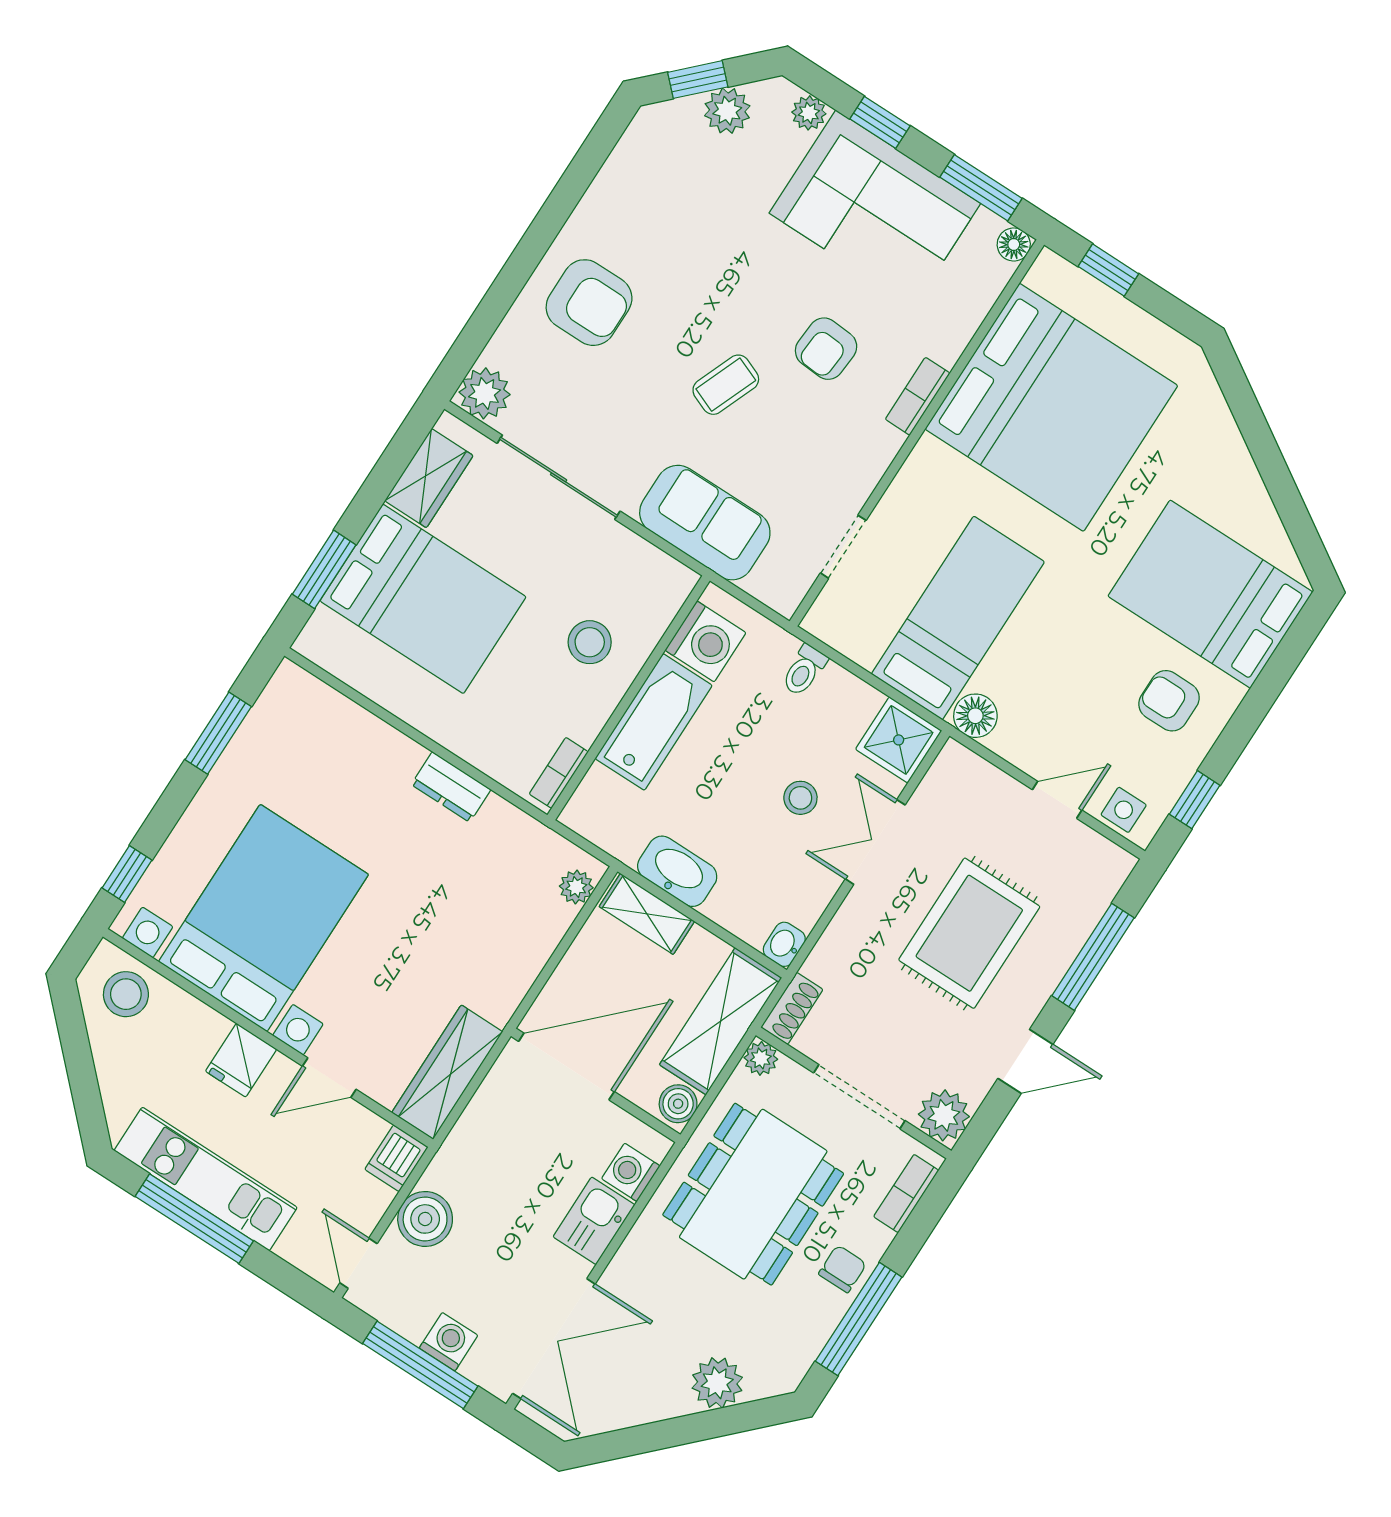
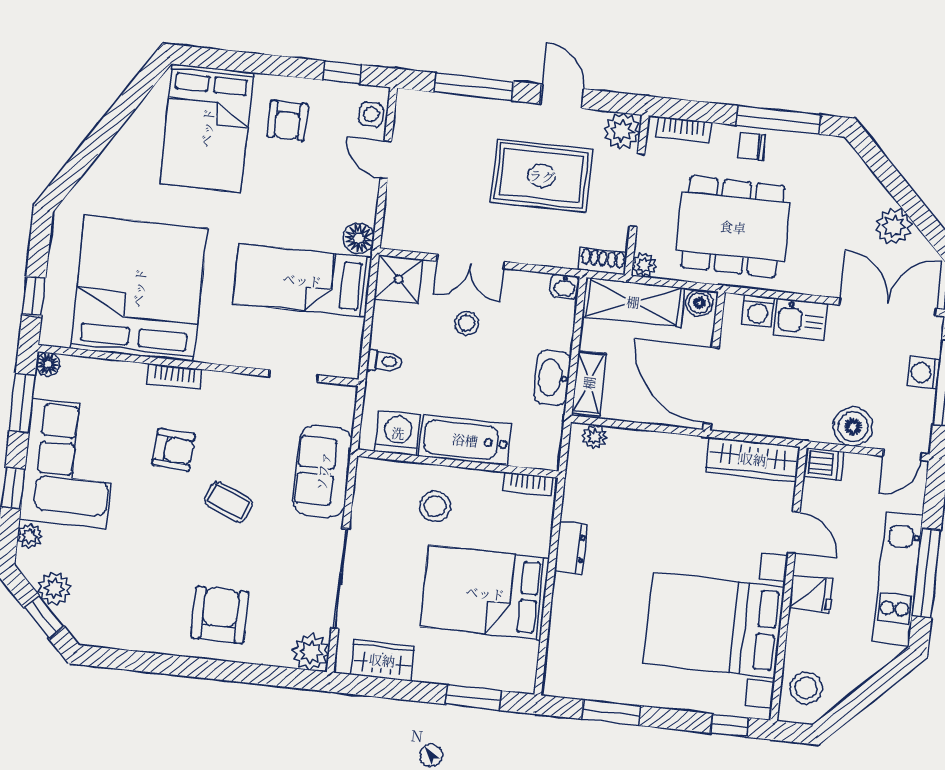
bed: (423, 599) -> (485, 593), moved, turned -90
rug: (969, 933) -> (542, 176), moved
plant: (717, 1383) -> (894, 226), moved

